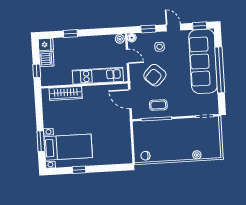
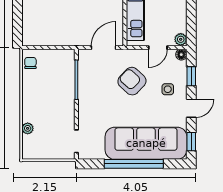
coffee table: (158, 105) -> (94, 83), removed

